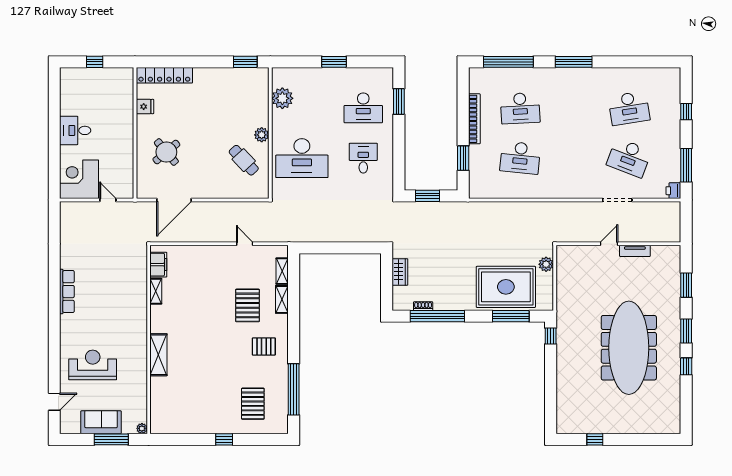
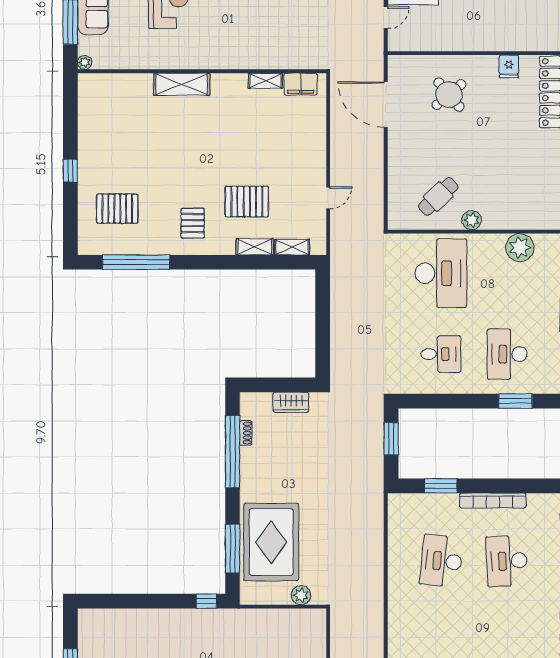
desk: (302, 158) -> (441, 273), turned 180

